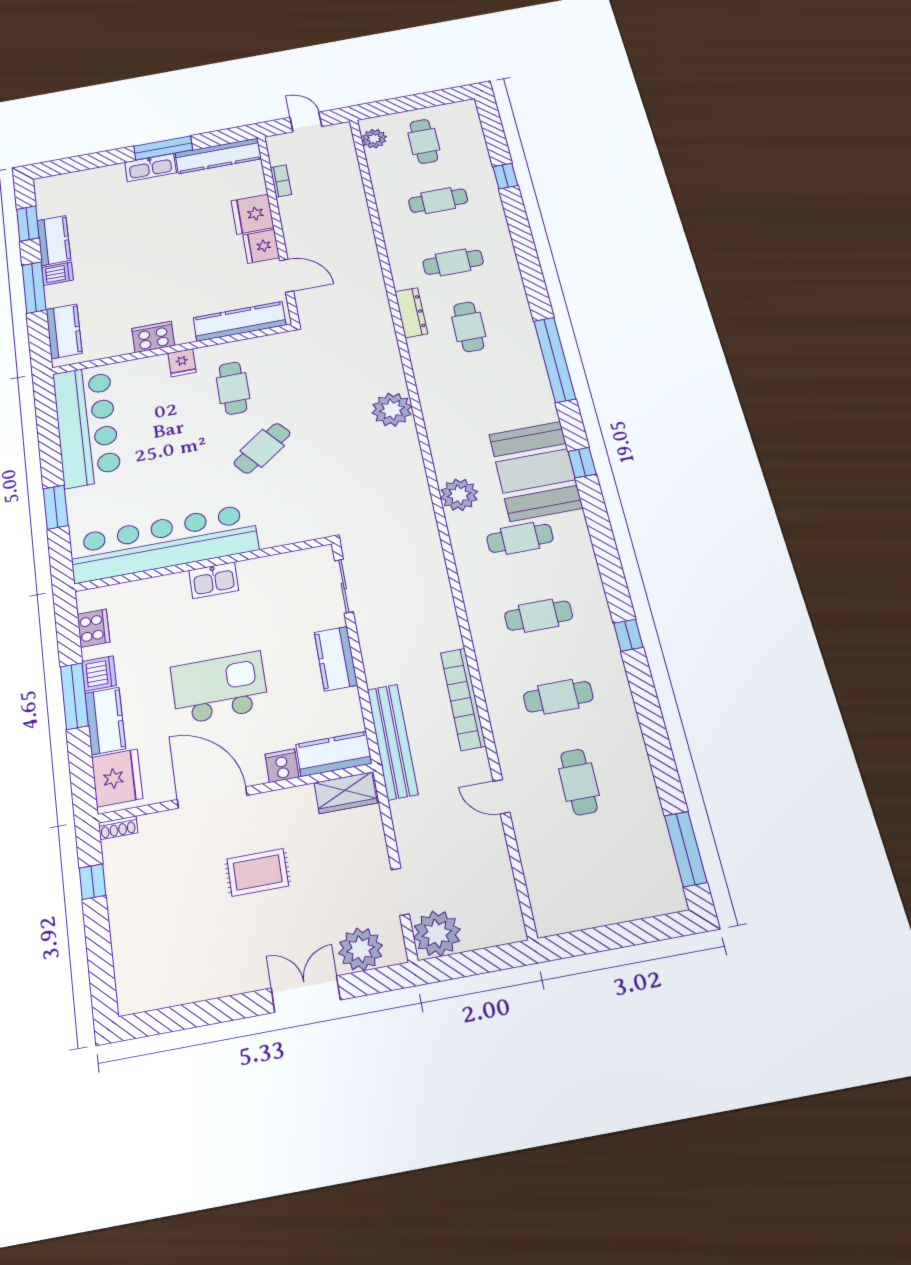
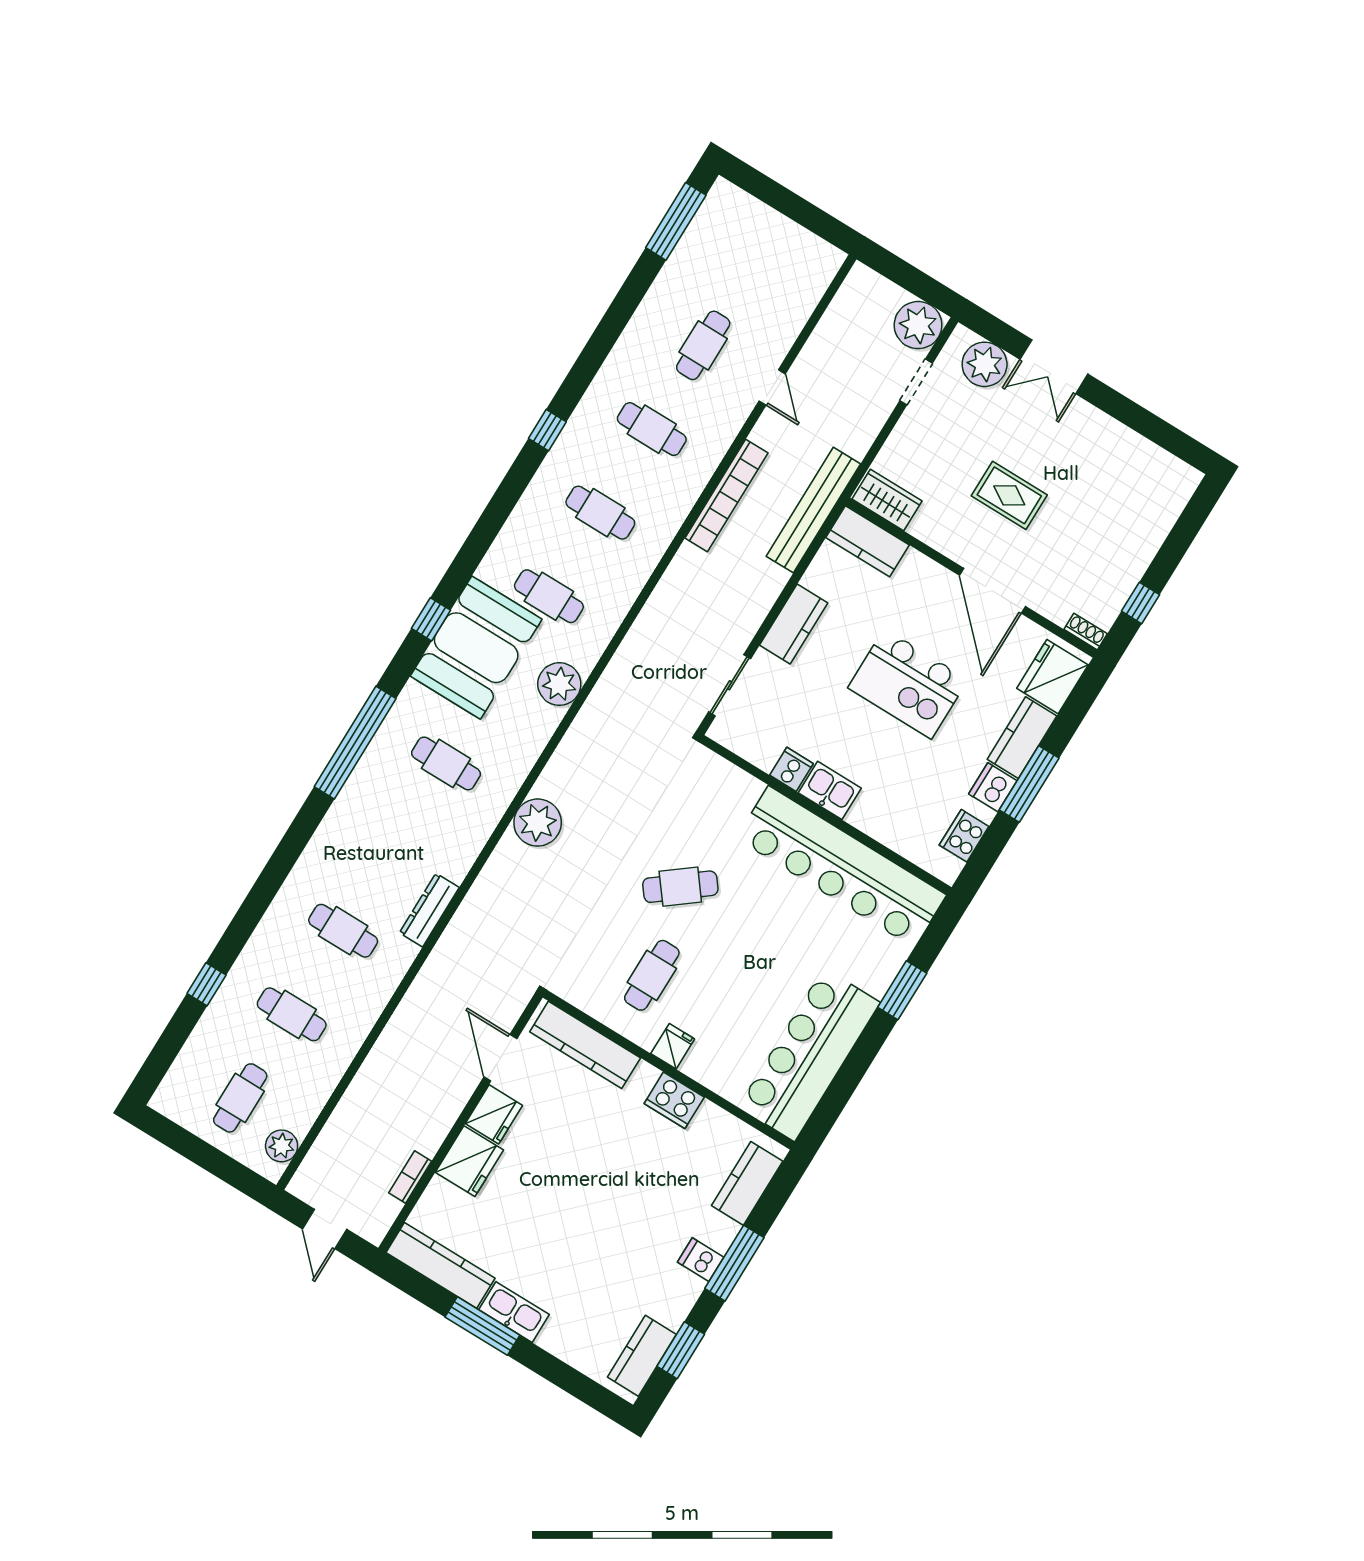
kitchen counter: (54, 240) -> (642, 1356), moved
cafe table: (469, 327) -> (446, 763), moved, turned 90
cooker: (282, 766) -> (792, 769), moved, turned 180

